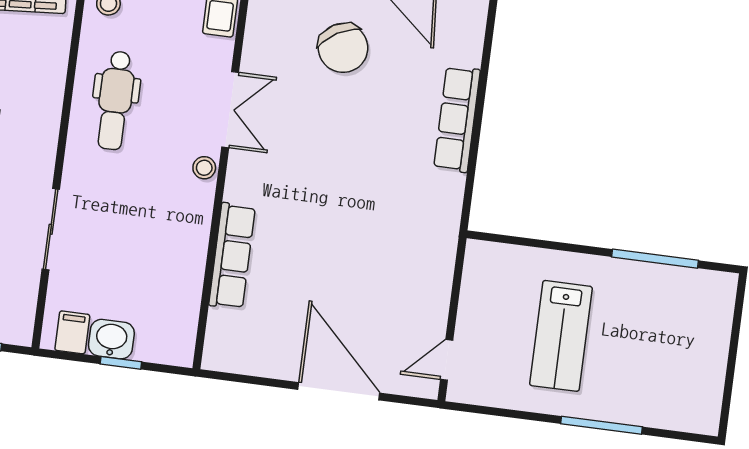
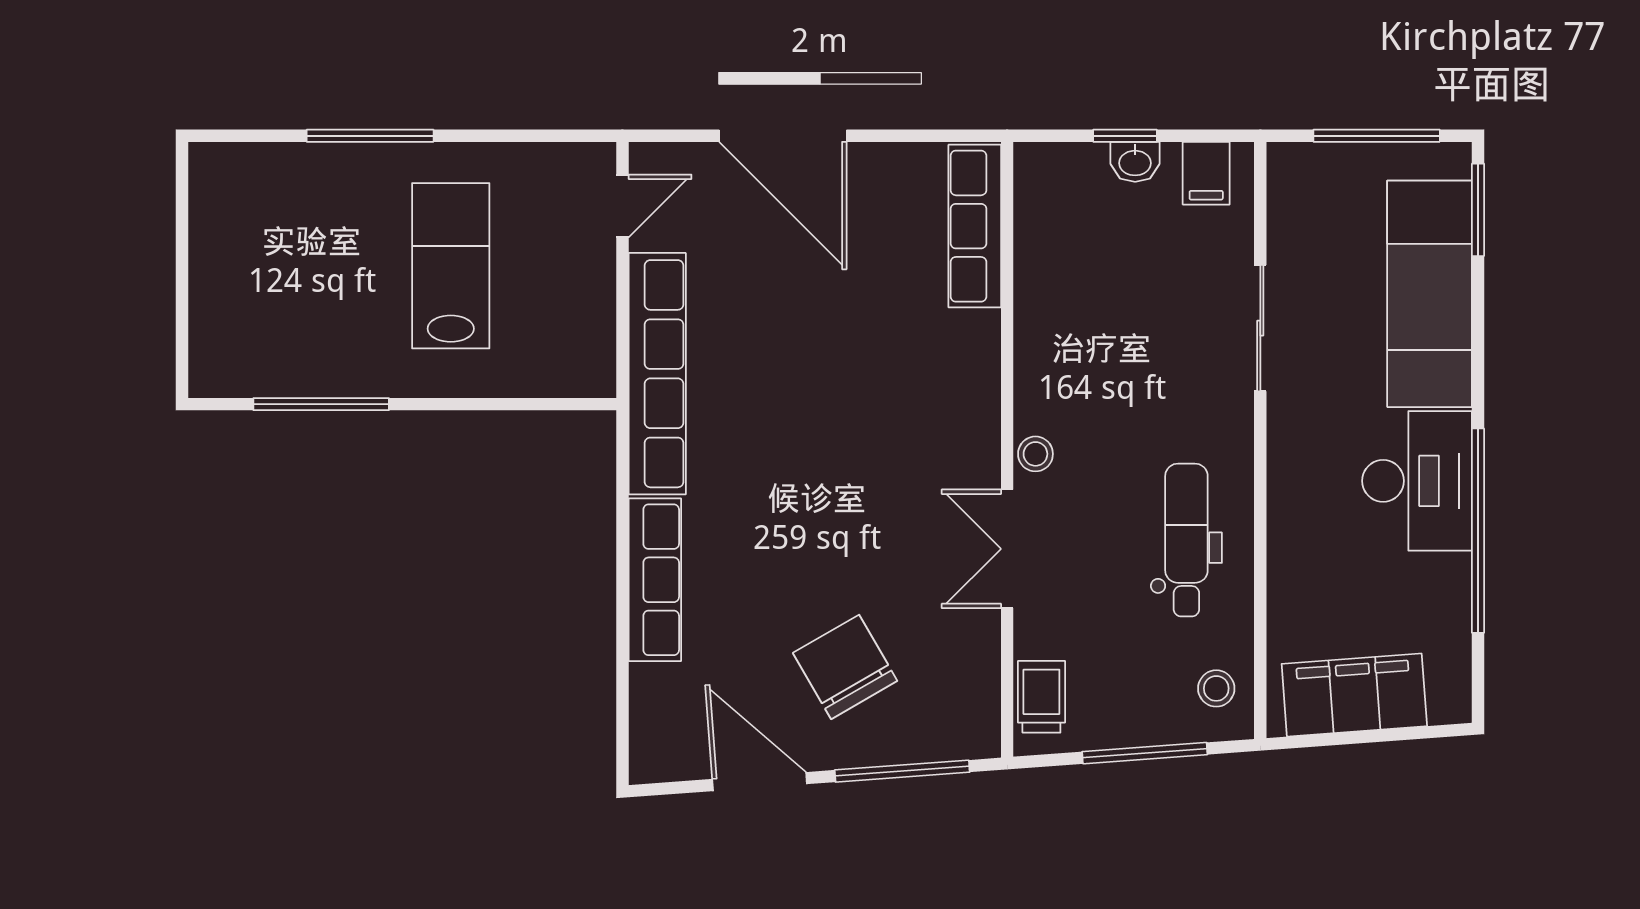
row of seats: (438, 250) -> (657, 374), added
row of seats: (232, 256) -> (975, 226), moved
washbasin: (111, 339) -> (1135, 162), width x0.72, depth x0.69

